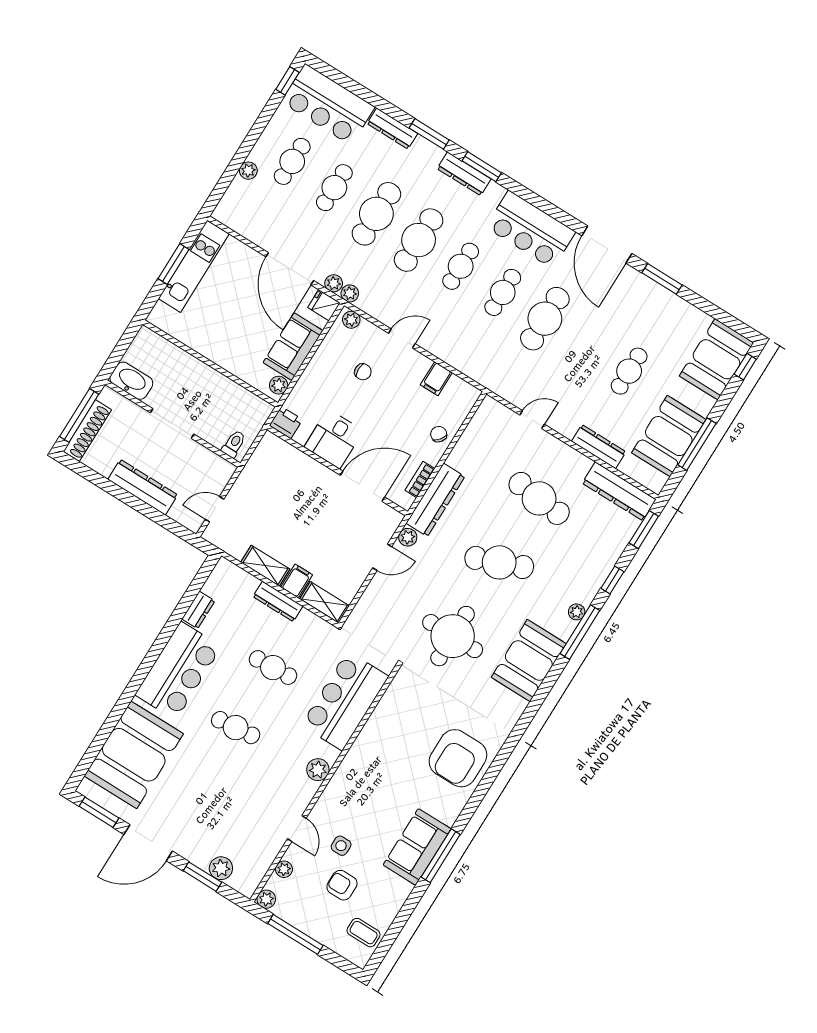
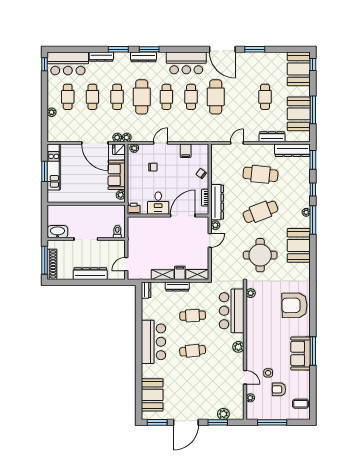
cafe table: (376, 214) -> (117, 97), width x0.73, depth x0.74
dresser: (198, 610) -> (146, 290), moved
booth: (134, 755) -> (152, 395), width x0.73, depth x0.70
armchair: (458, 758) -> (294, 305), turned 89
plant: (266, 899) -> (251, 293), moved

